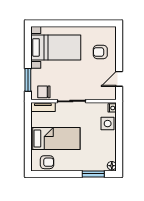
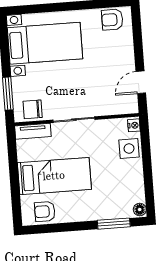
armchair: (100, 52) -> (112, 20), moved
armchair: (47, 162) -> (45, 211), turned 180

